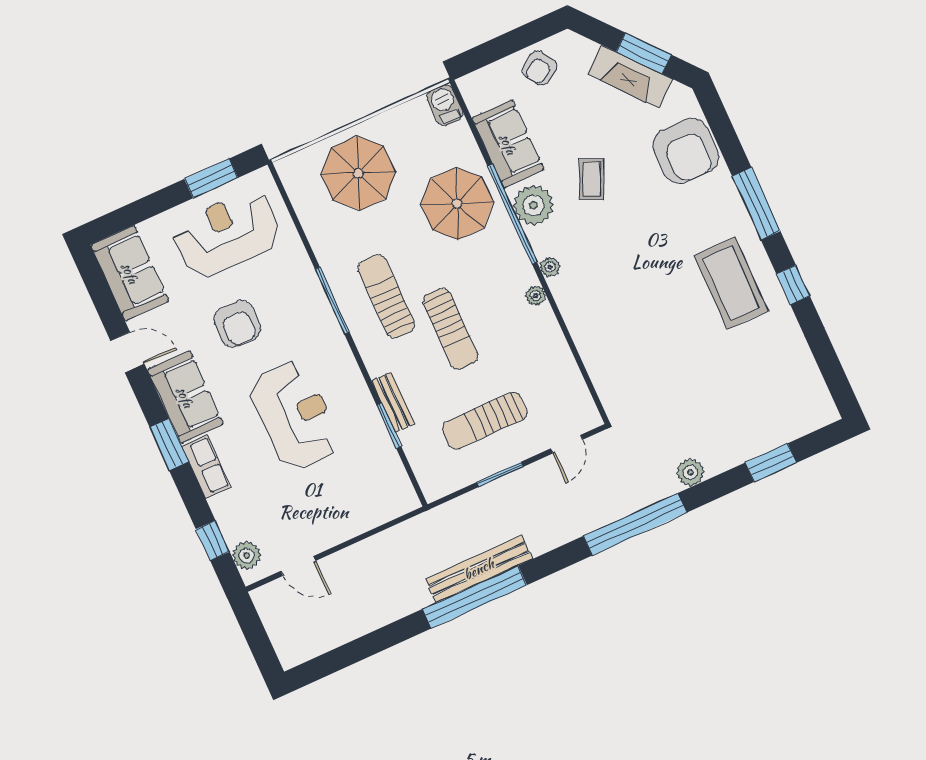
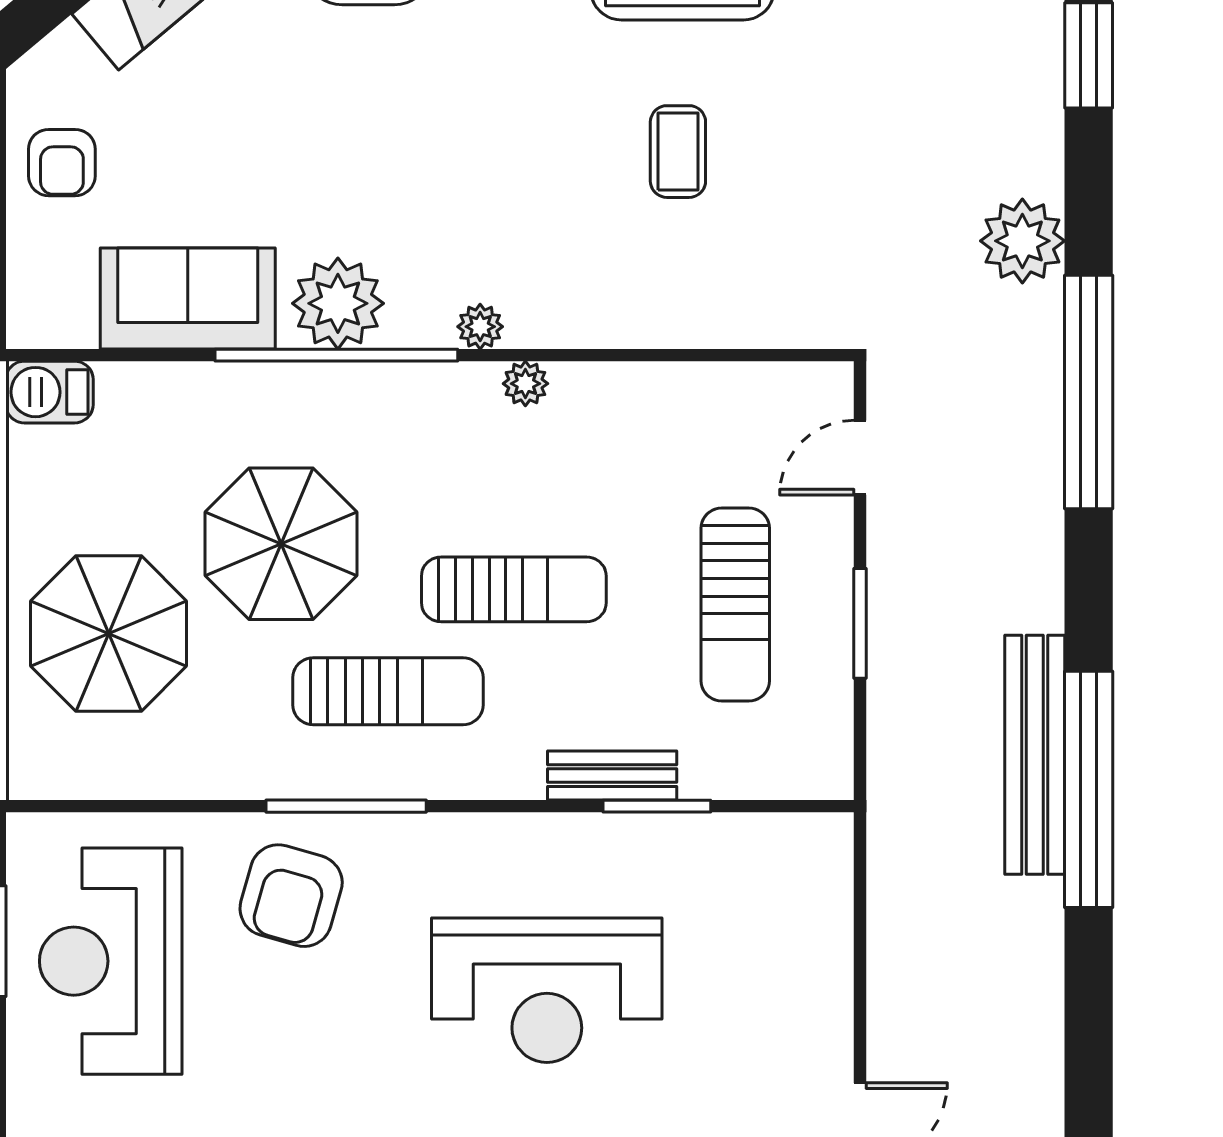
armchair: (540, 68) -> (62, 163), turned 32
coffee table: (592, 179) -> (678, 152), moved, turned 66
parasol: (457, 203) -> (281, 544), moved
sun lounger: (386, 296) -> (388, 691), turned 180
armchair: (237, 324) -> (291, 896), moved, turned 106
reception desk: (295, 415) -> (547, 990), turned 180
door: (567, 444) -> (860, 458), swing flipped
plant: (690, 472) -> (1022, 241), width x1.36, depth x1.36

